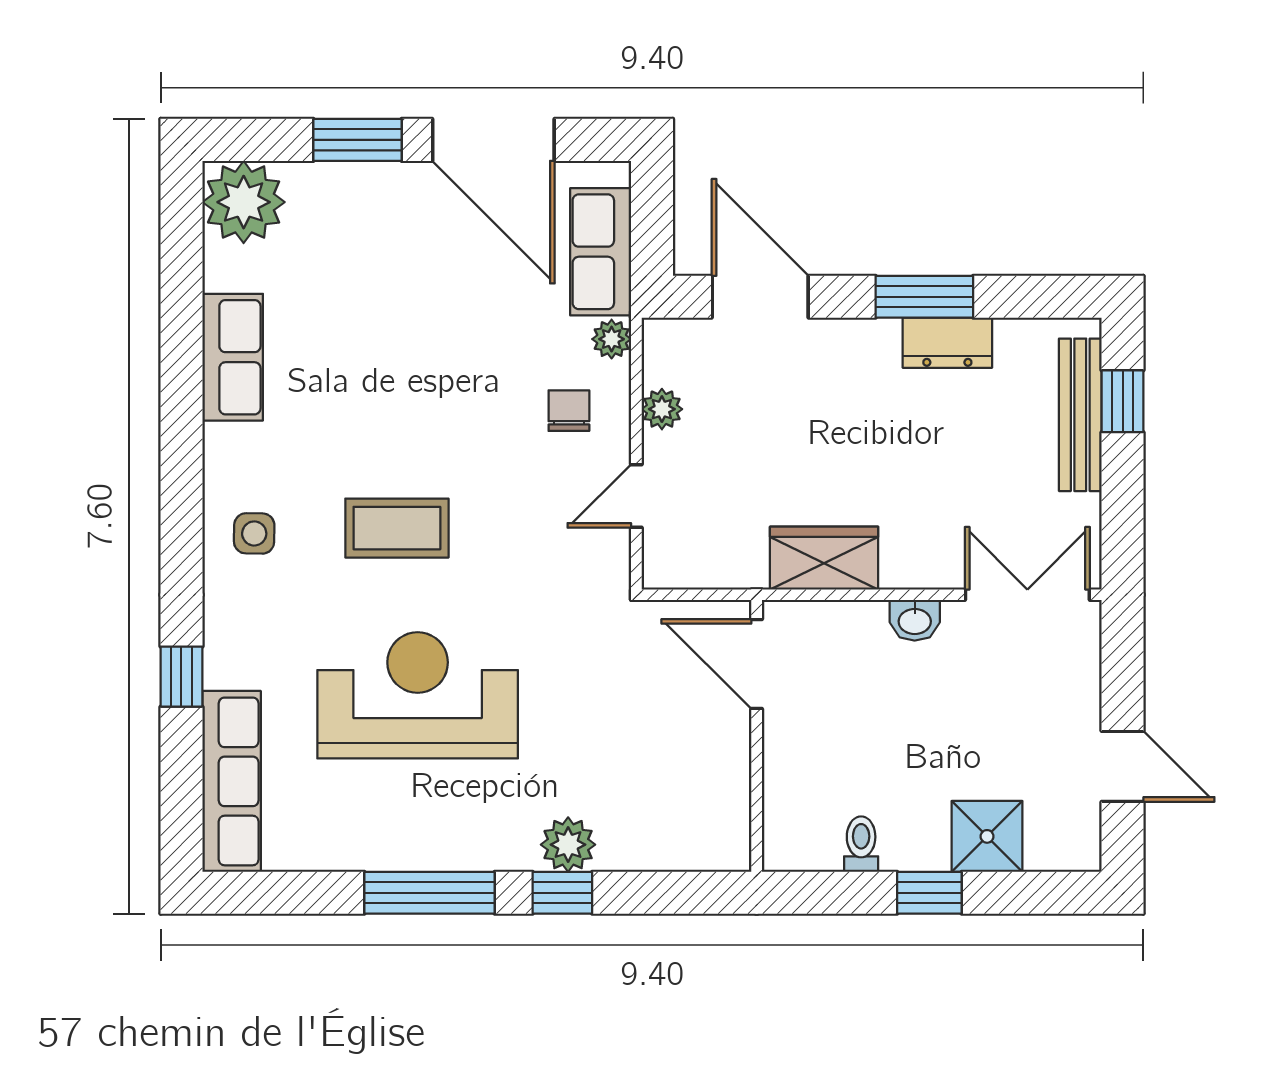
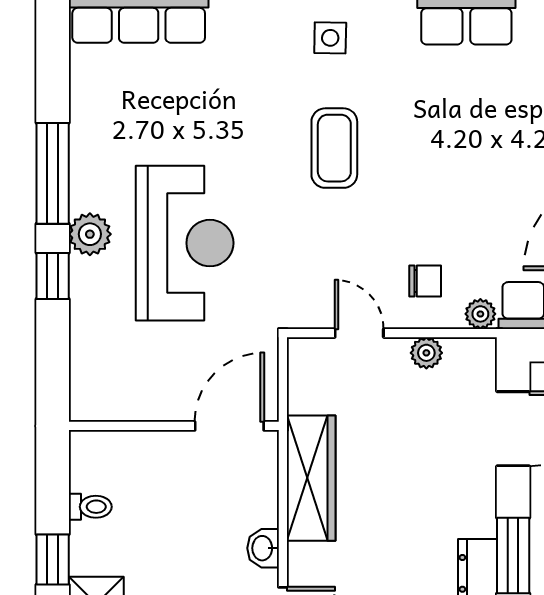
wardrobe: (824, 558) -> (311, 478), width x1.50
reception desk: (418, 695) -> (185, 243), moved
plant: (568, 845) -> (90, 234), moved

